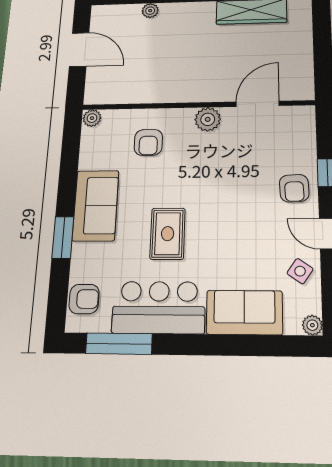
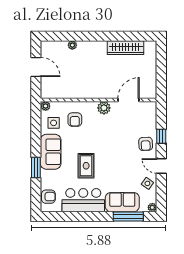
side table: (106, 149) -> (54, 123), added
window: (119, 344) -> (128, 217), moved

